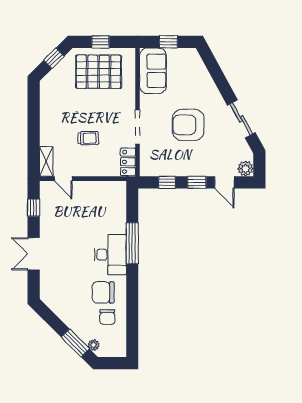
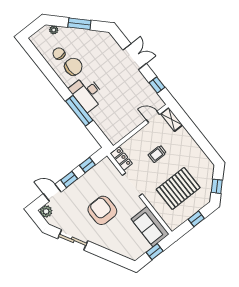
pallet: (99, 72) -> (178, 188), moved
armchair: (188, 125) -> (102, 210), turned -90
window: (75, 343) -> (79, 24), moved

